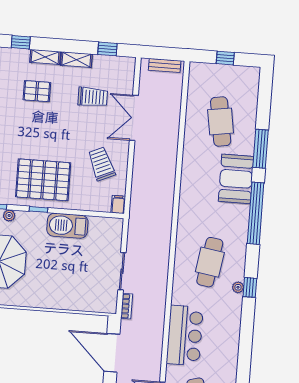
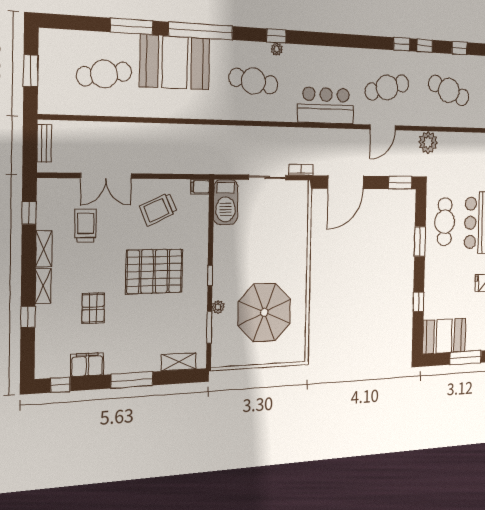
window: (225, 58) -> (31, 71), width x1.50
pallet: (37, 91) -> (93, 308), moved
booth: (236, 179) -> (175, 62), width x1.36, depth x1.42
pallet: (43, 180) -> (154, 271), moved, turned 90
barbecue: (67, 226) -> (226, 202), moved

